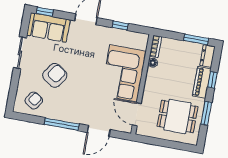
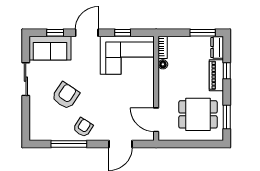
window: (45, 12) -> (55, 33), moved
corner sofa: (123, 73) -> (127, 55), moved, turned -90
armchair: (34, 101) -> (83, 127), moved
window: (206, 113) -> (227, 117), moved
window: (62, 124) -> (69, 144), moved

